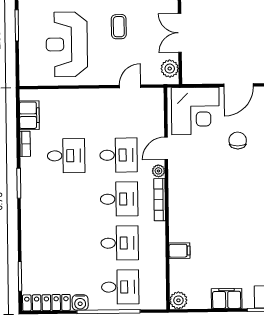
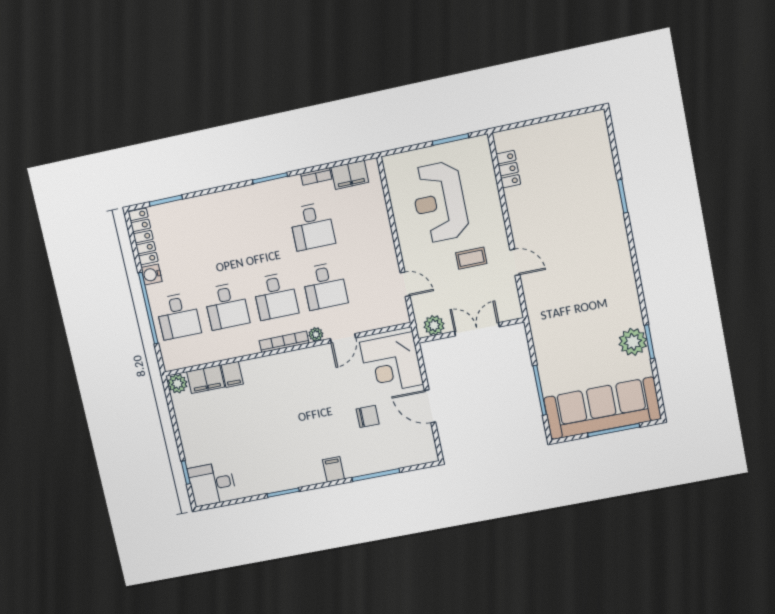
reception desk: (67, 44) -> (440, 202), turned -90
door: (166, 148) -> (343, 338), swing flipped
filing cabinet: (227, 299) -> (206, 379), moved, turned 90

